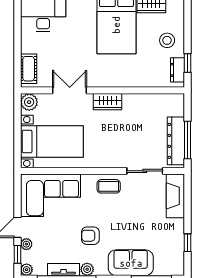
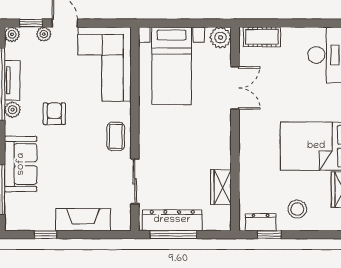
wardrobe: (108, 102) -> (221, 187), moved
fireplace: (175, 196) -> (83, 220), moved

